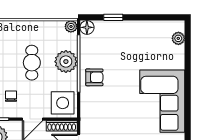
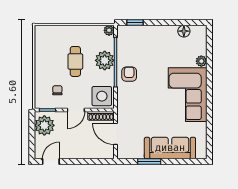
window: (113, 17) -> (135, 23), moved
floor lamp: (87, 27) -> (184, 31), moved
plant: (178, 38) -> (201, 61), moved
armchair: (94, 77) -> (129, 74), turned -90

